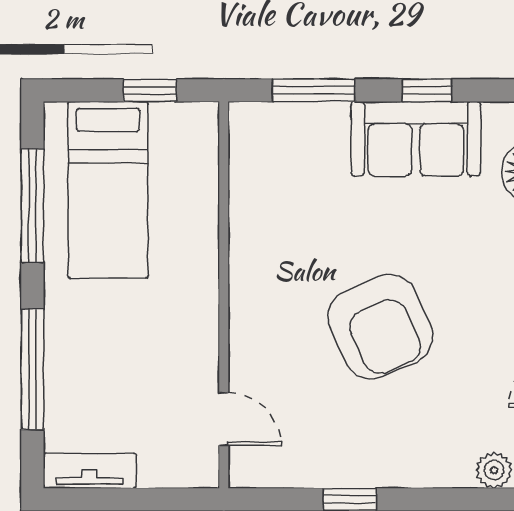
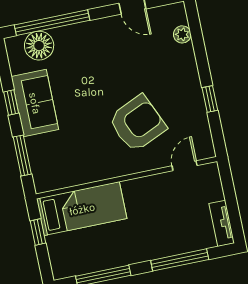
bed: (108, 190) -> (82, 209), moved
armchair: (381, 327) -> (137, 123), moved

